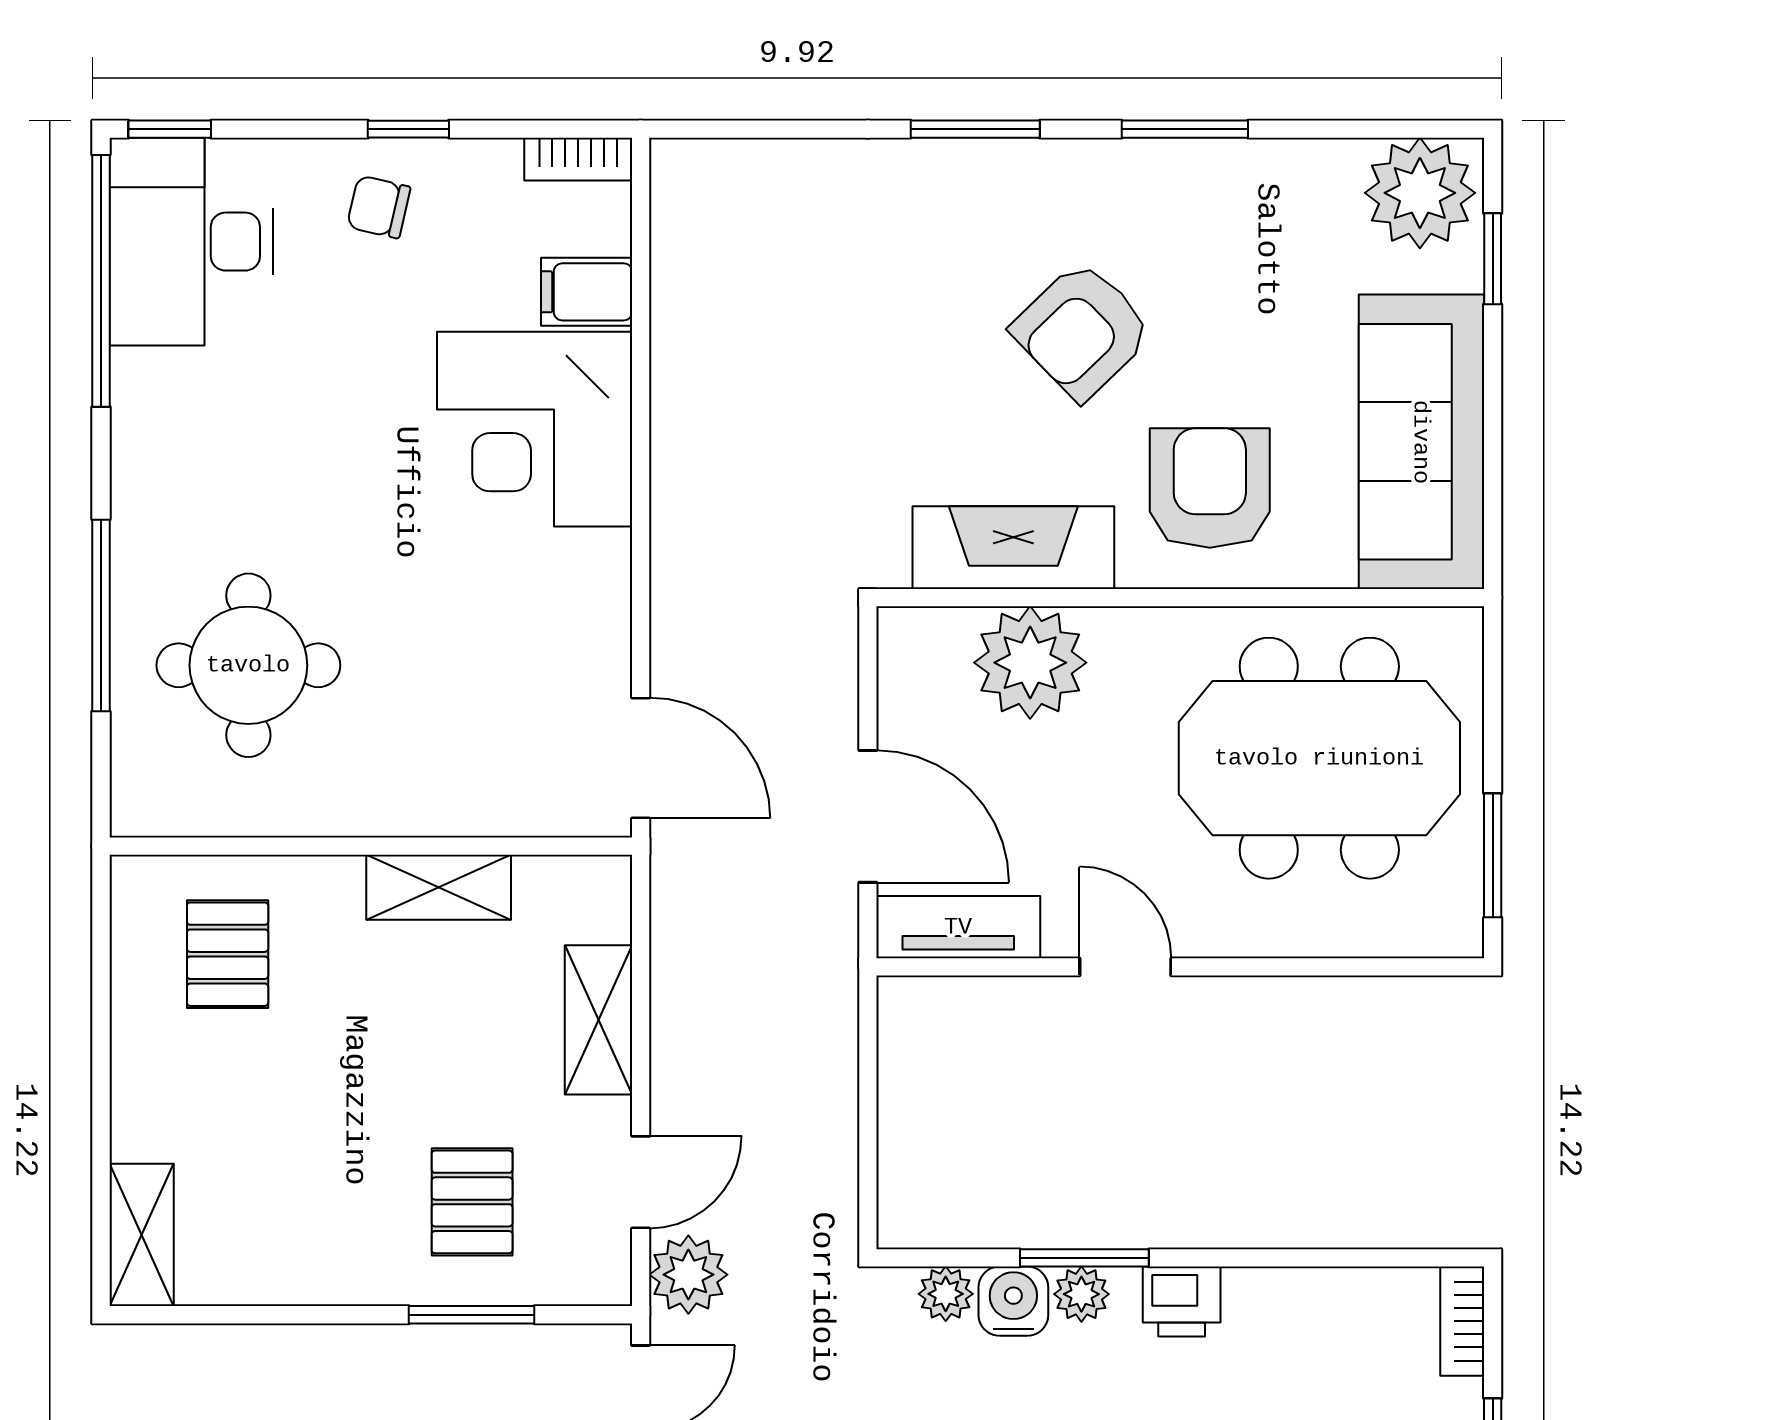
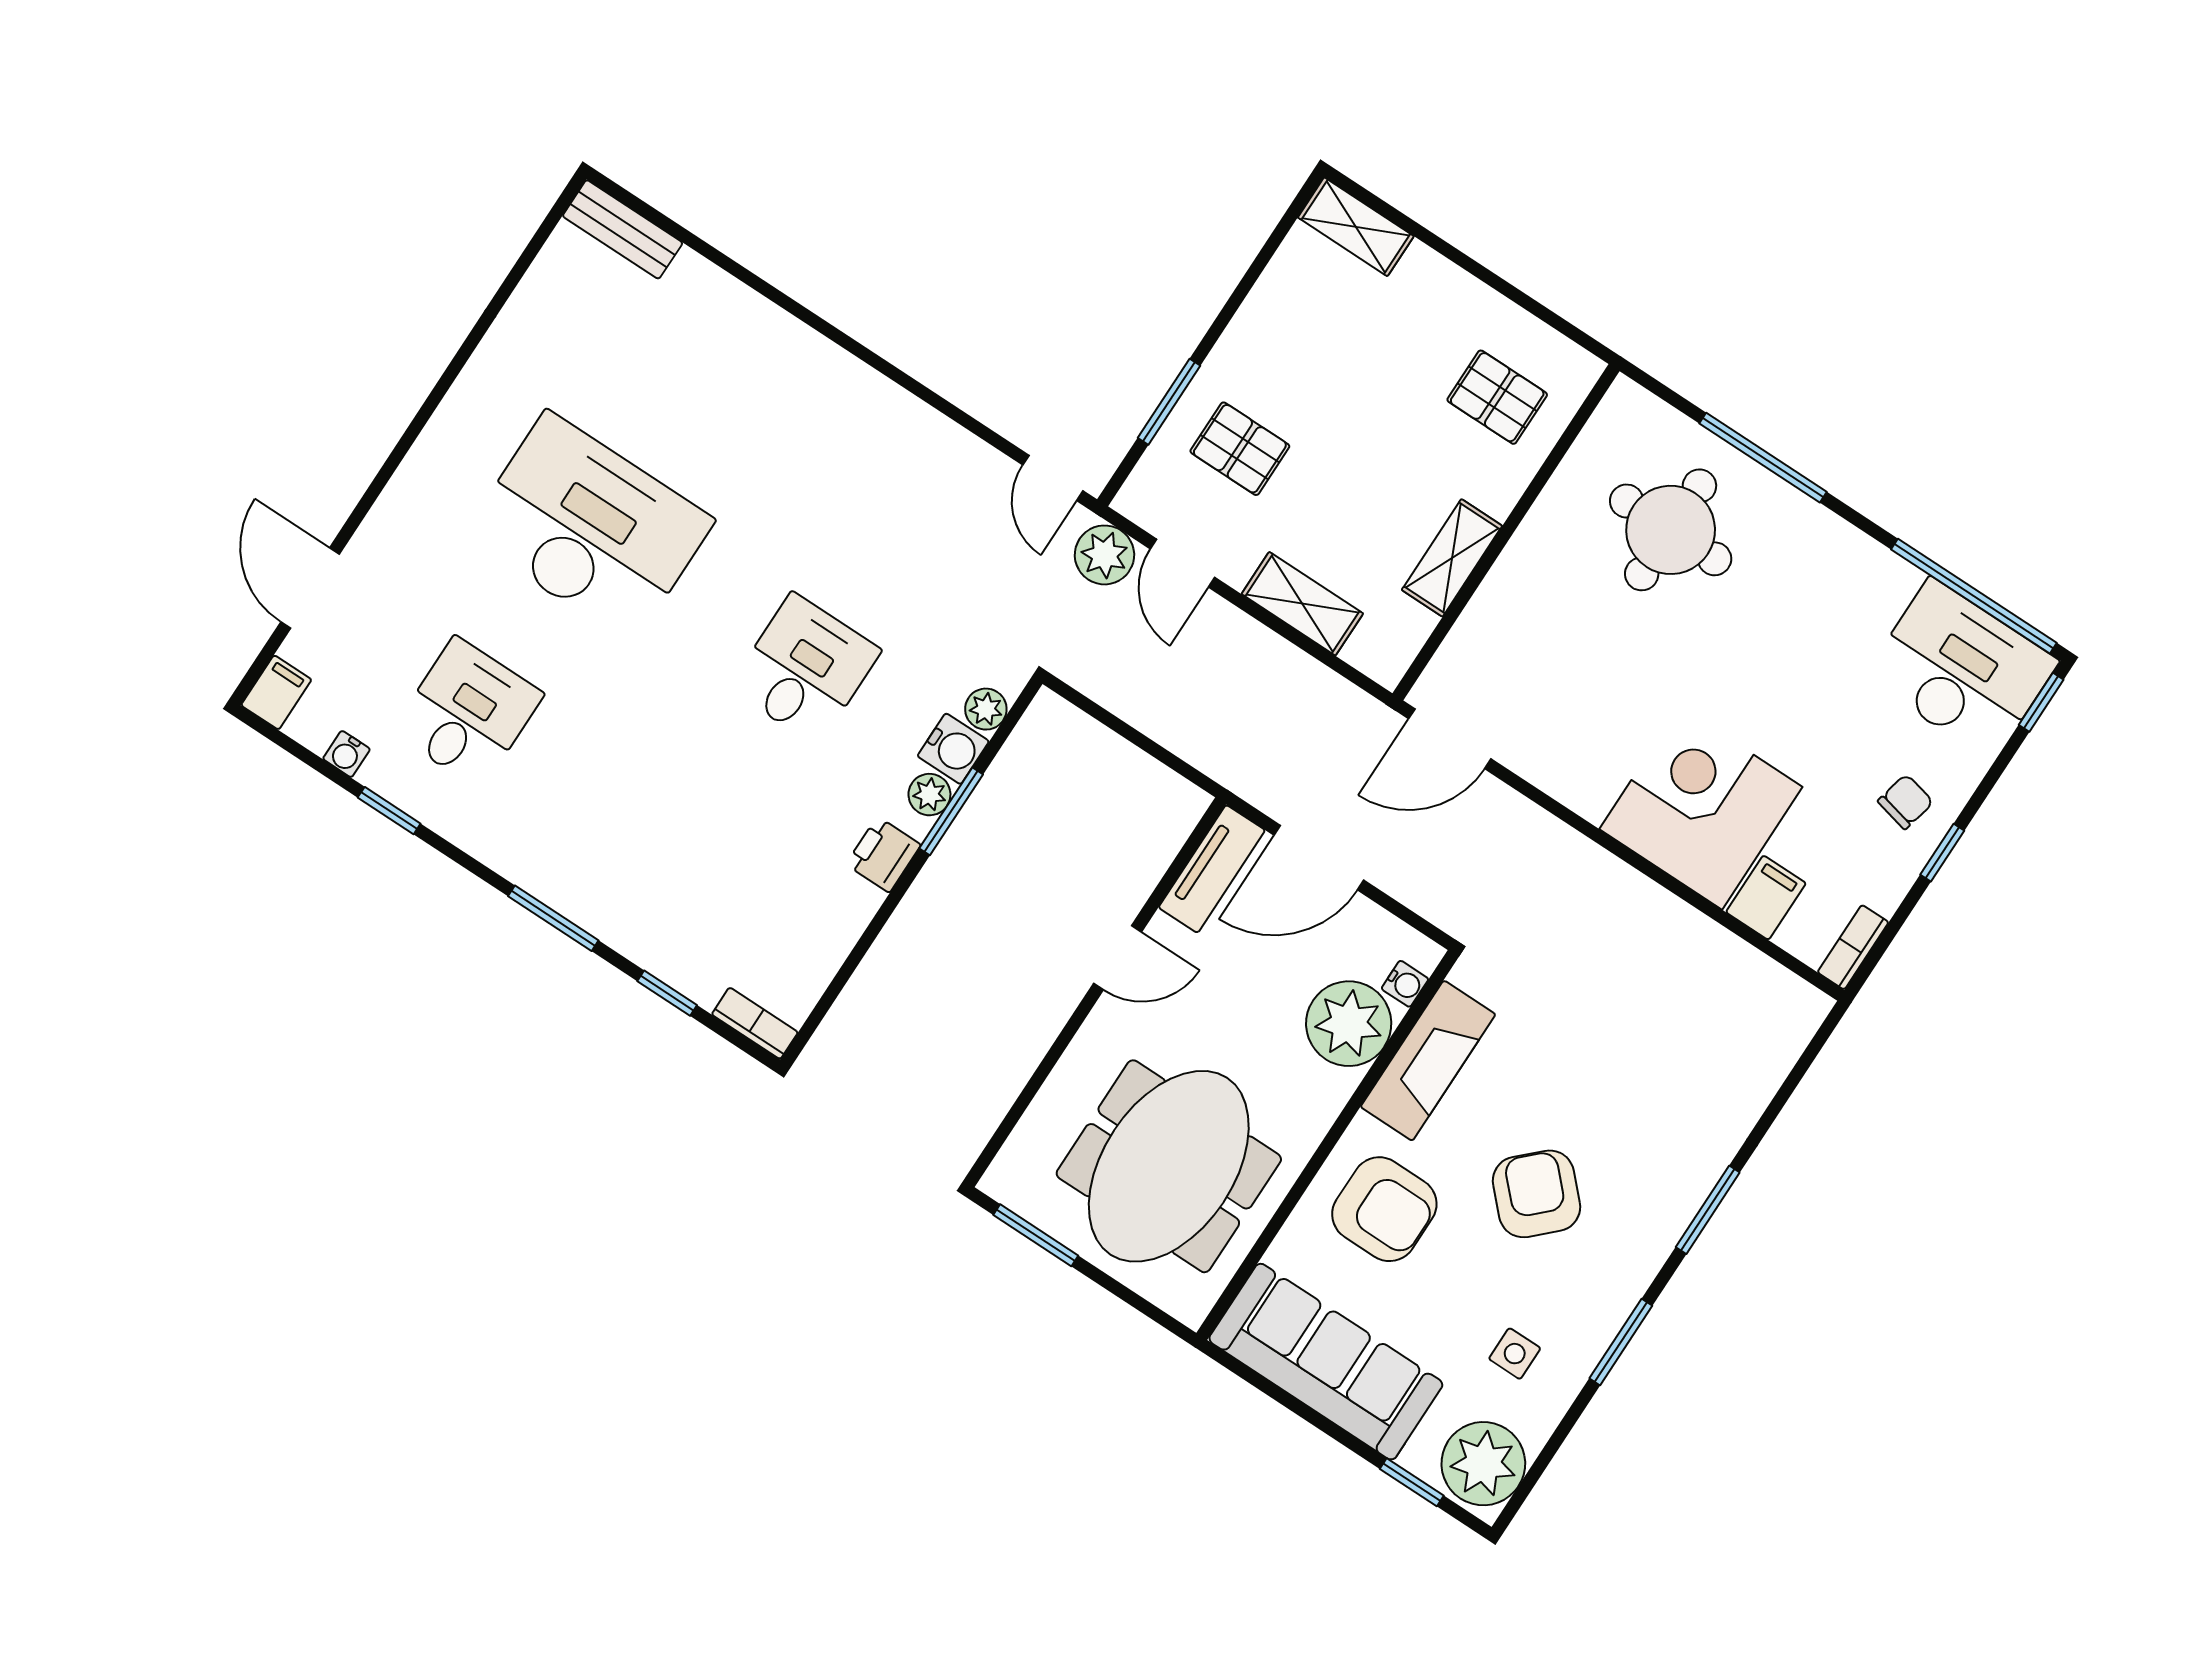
side table: (1275, 238) -> (1515, 1354), added
water cooler: (945, 629) -> (1405, 984), added

